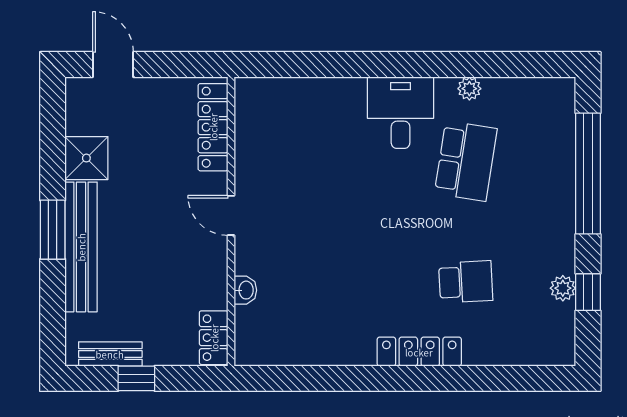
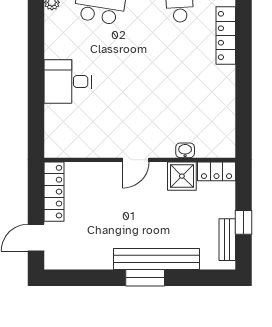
desk: (401, 113) -> (68, 82), moved
locker: (213, 127) -> (54, 192), moved, turned -90
shower: (86, 158) -> (182, 176), moved

